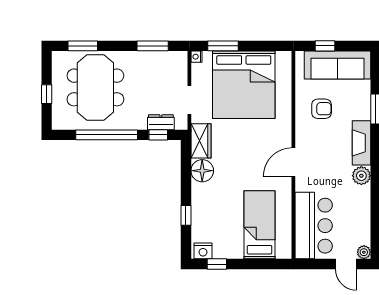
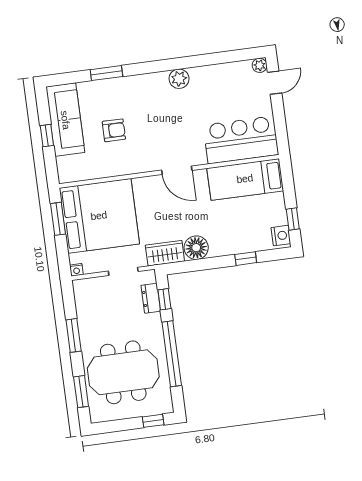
window: (153, 46) -> (74, 335), moved
window: (223, 46) -> (58, 219), moved
window: (47, 94) -> (153, 421), moved
armchair: (322, 109) -> (114, 130), turned 90
fireplace: (361, 143) -> (144, 83), removed
wall: (293, 155) -> (169, 171), moved
door: (293, 162) -> (177, 170), moved
bar counter: (314, 226) -> (241, 140), moved

